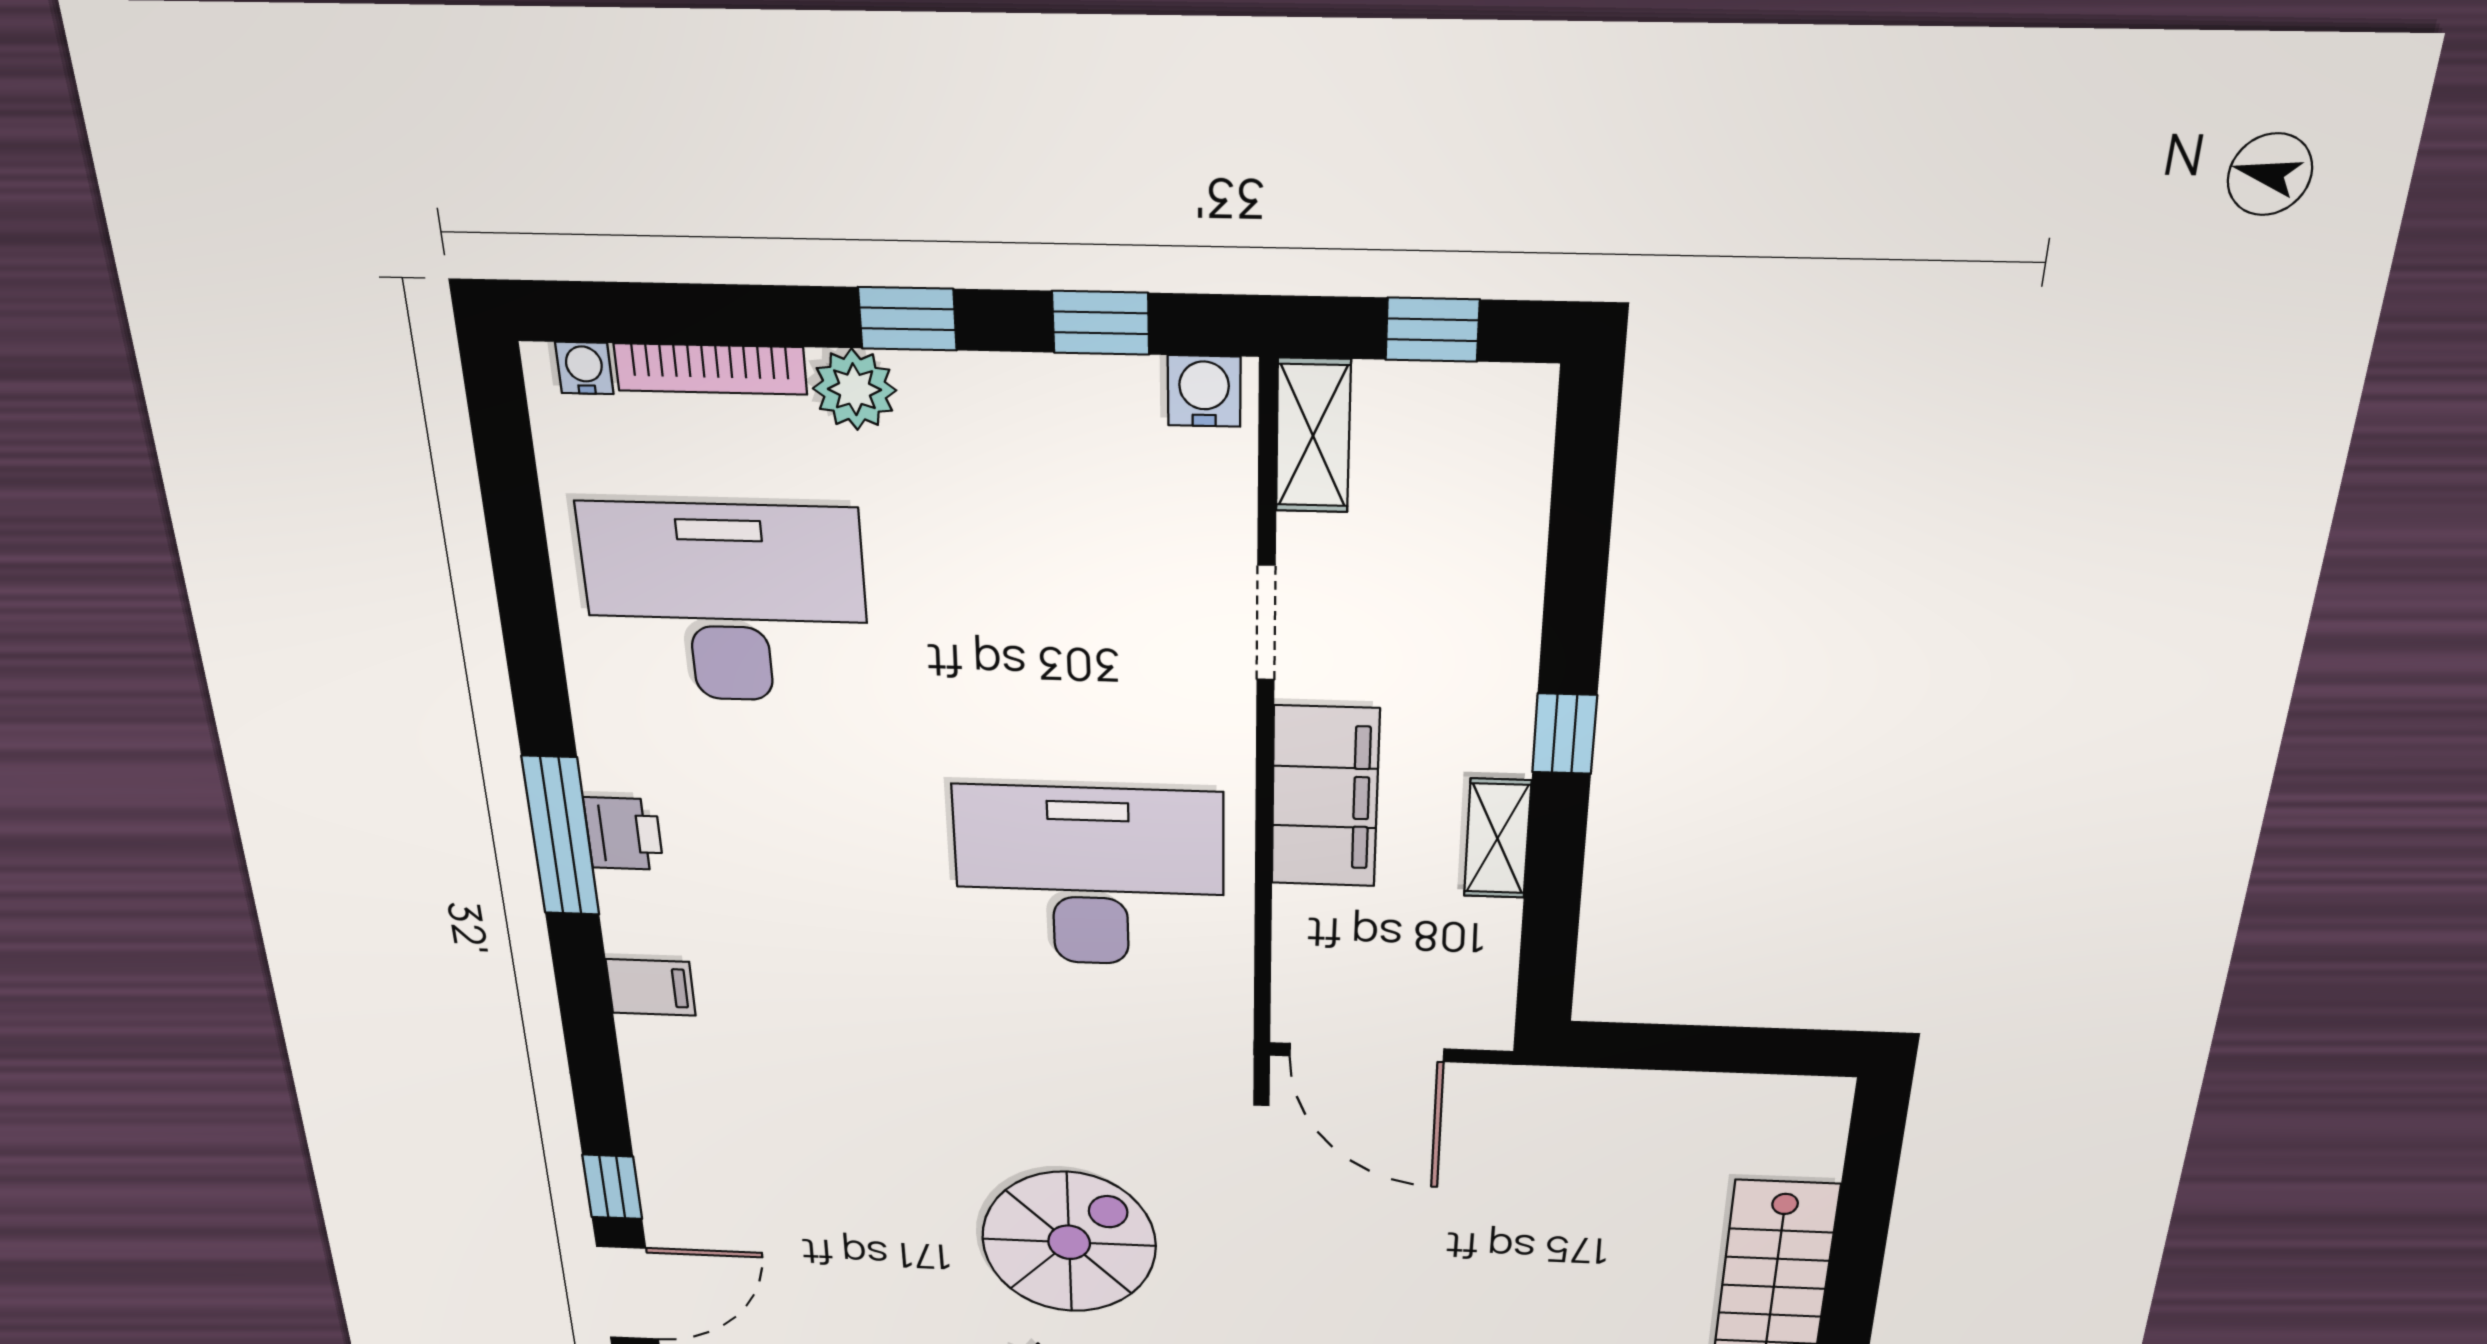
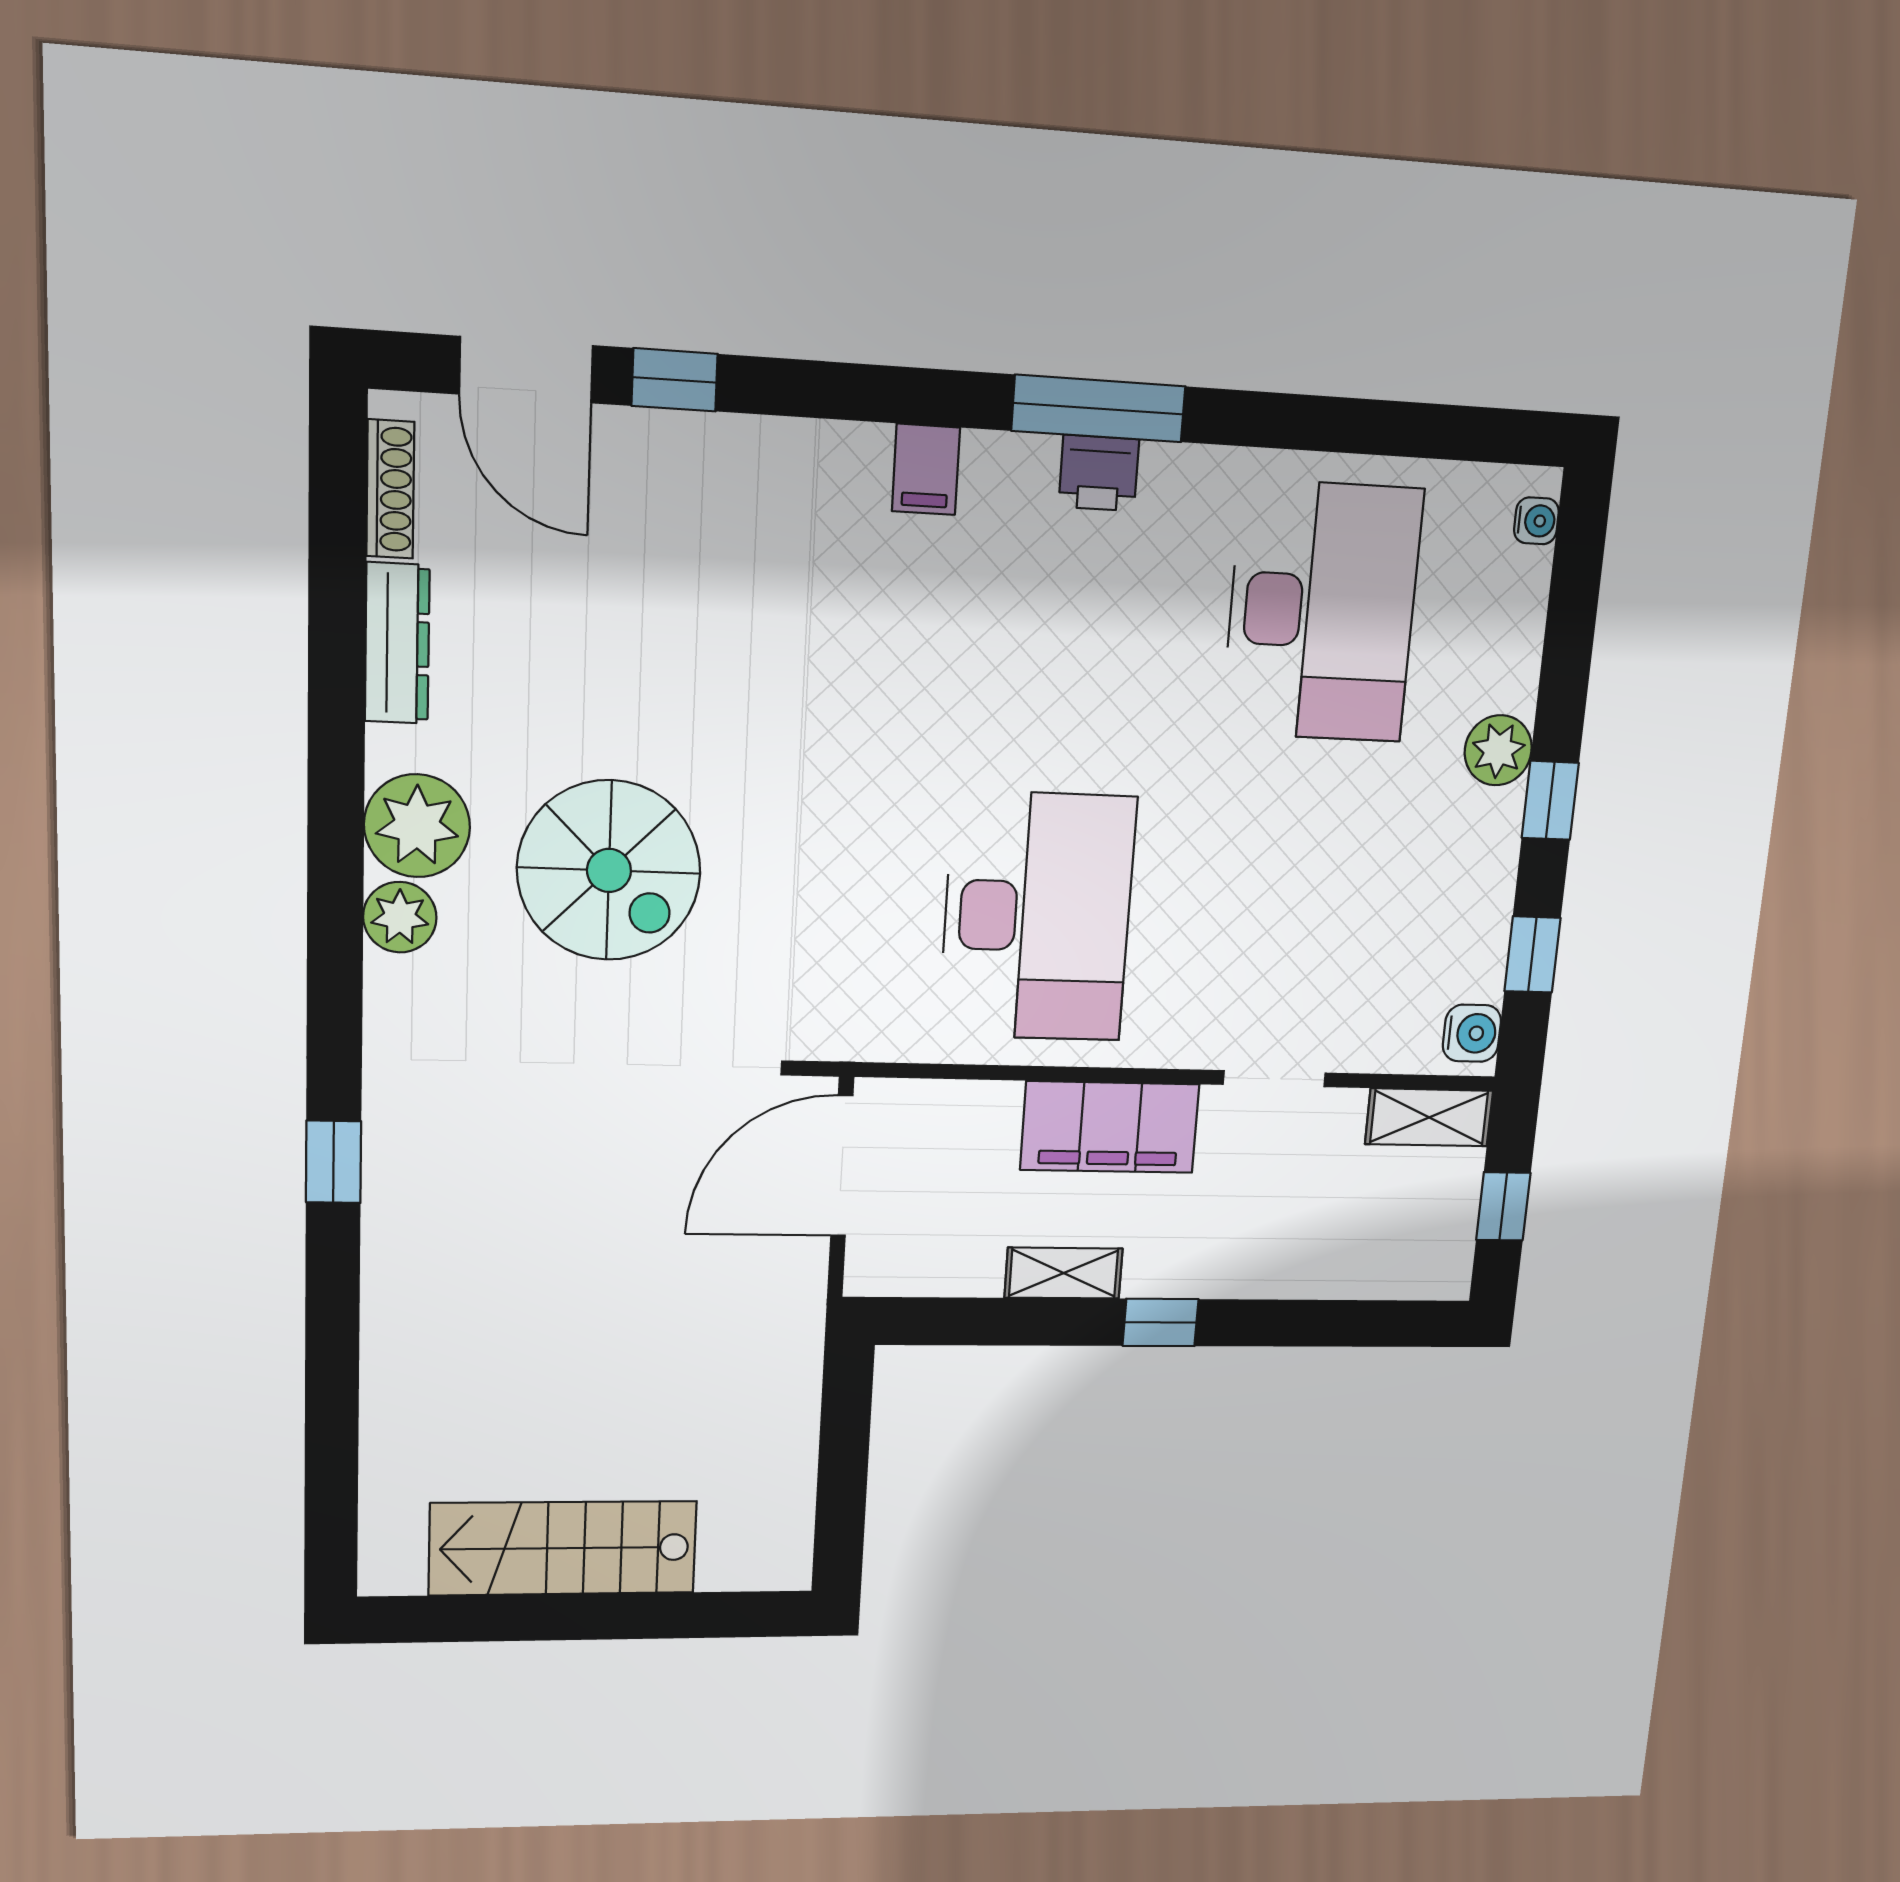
bookcase: (710, 369) -> (1526, 630), removed

